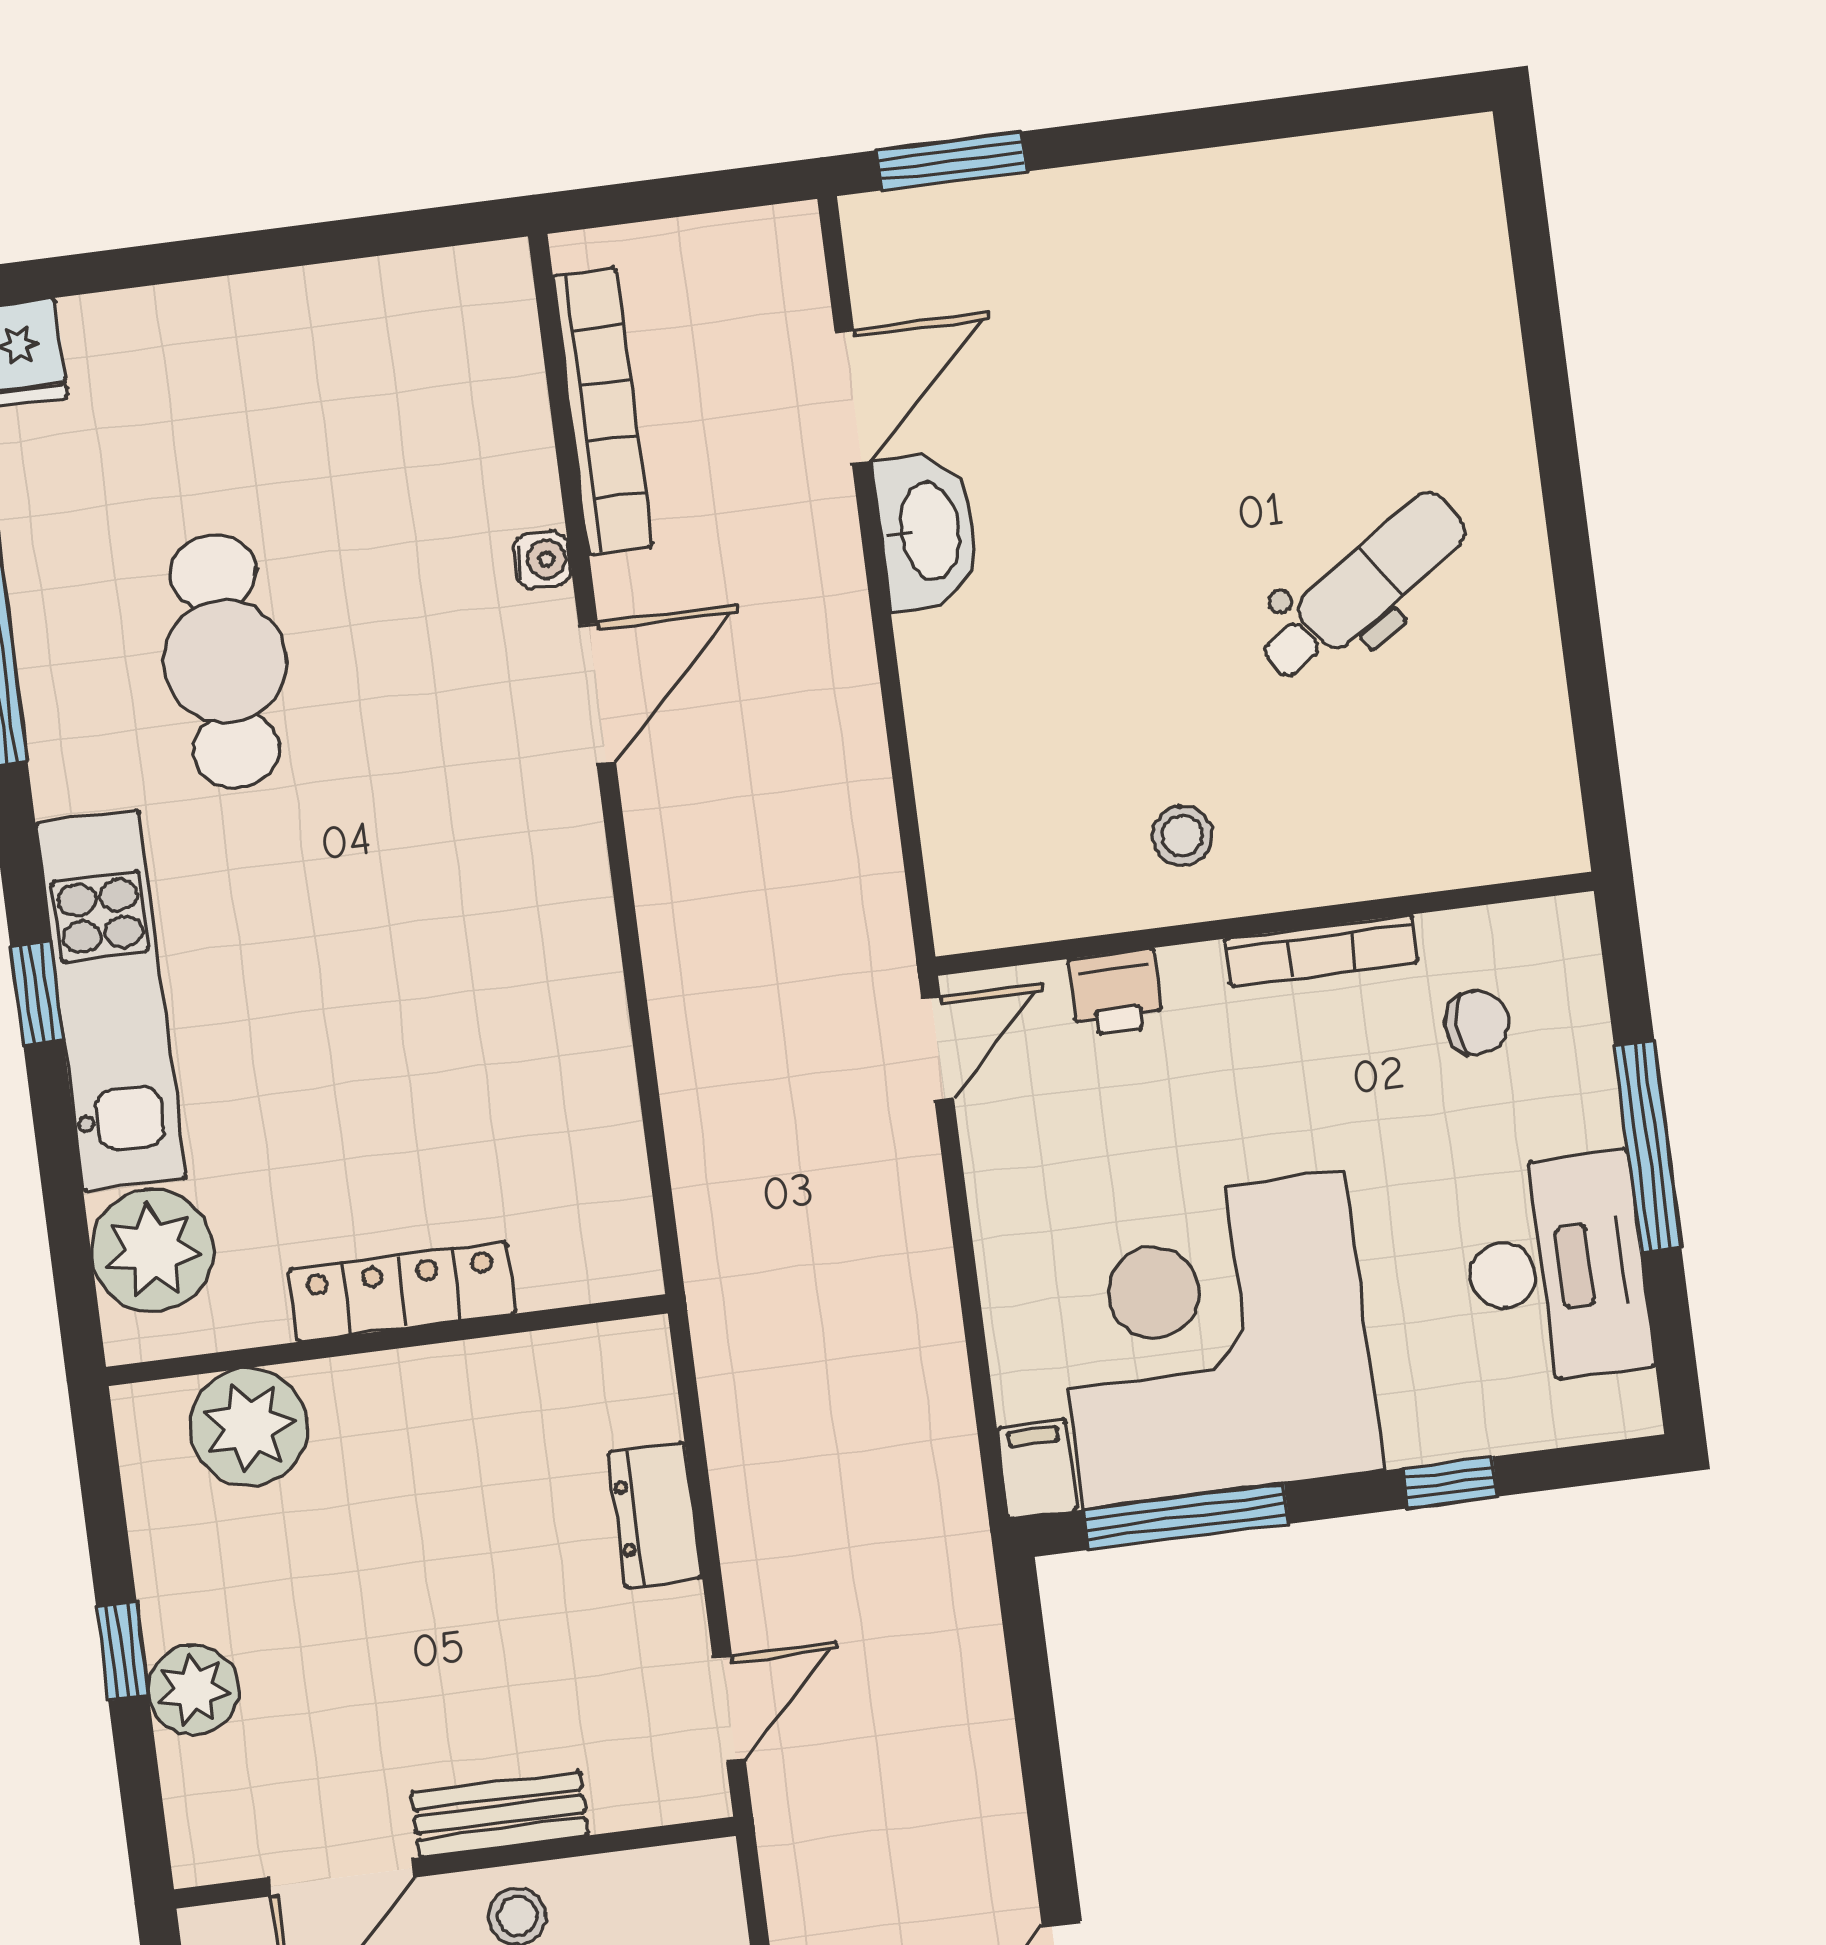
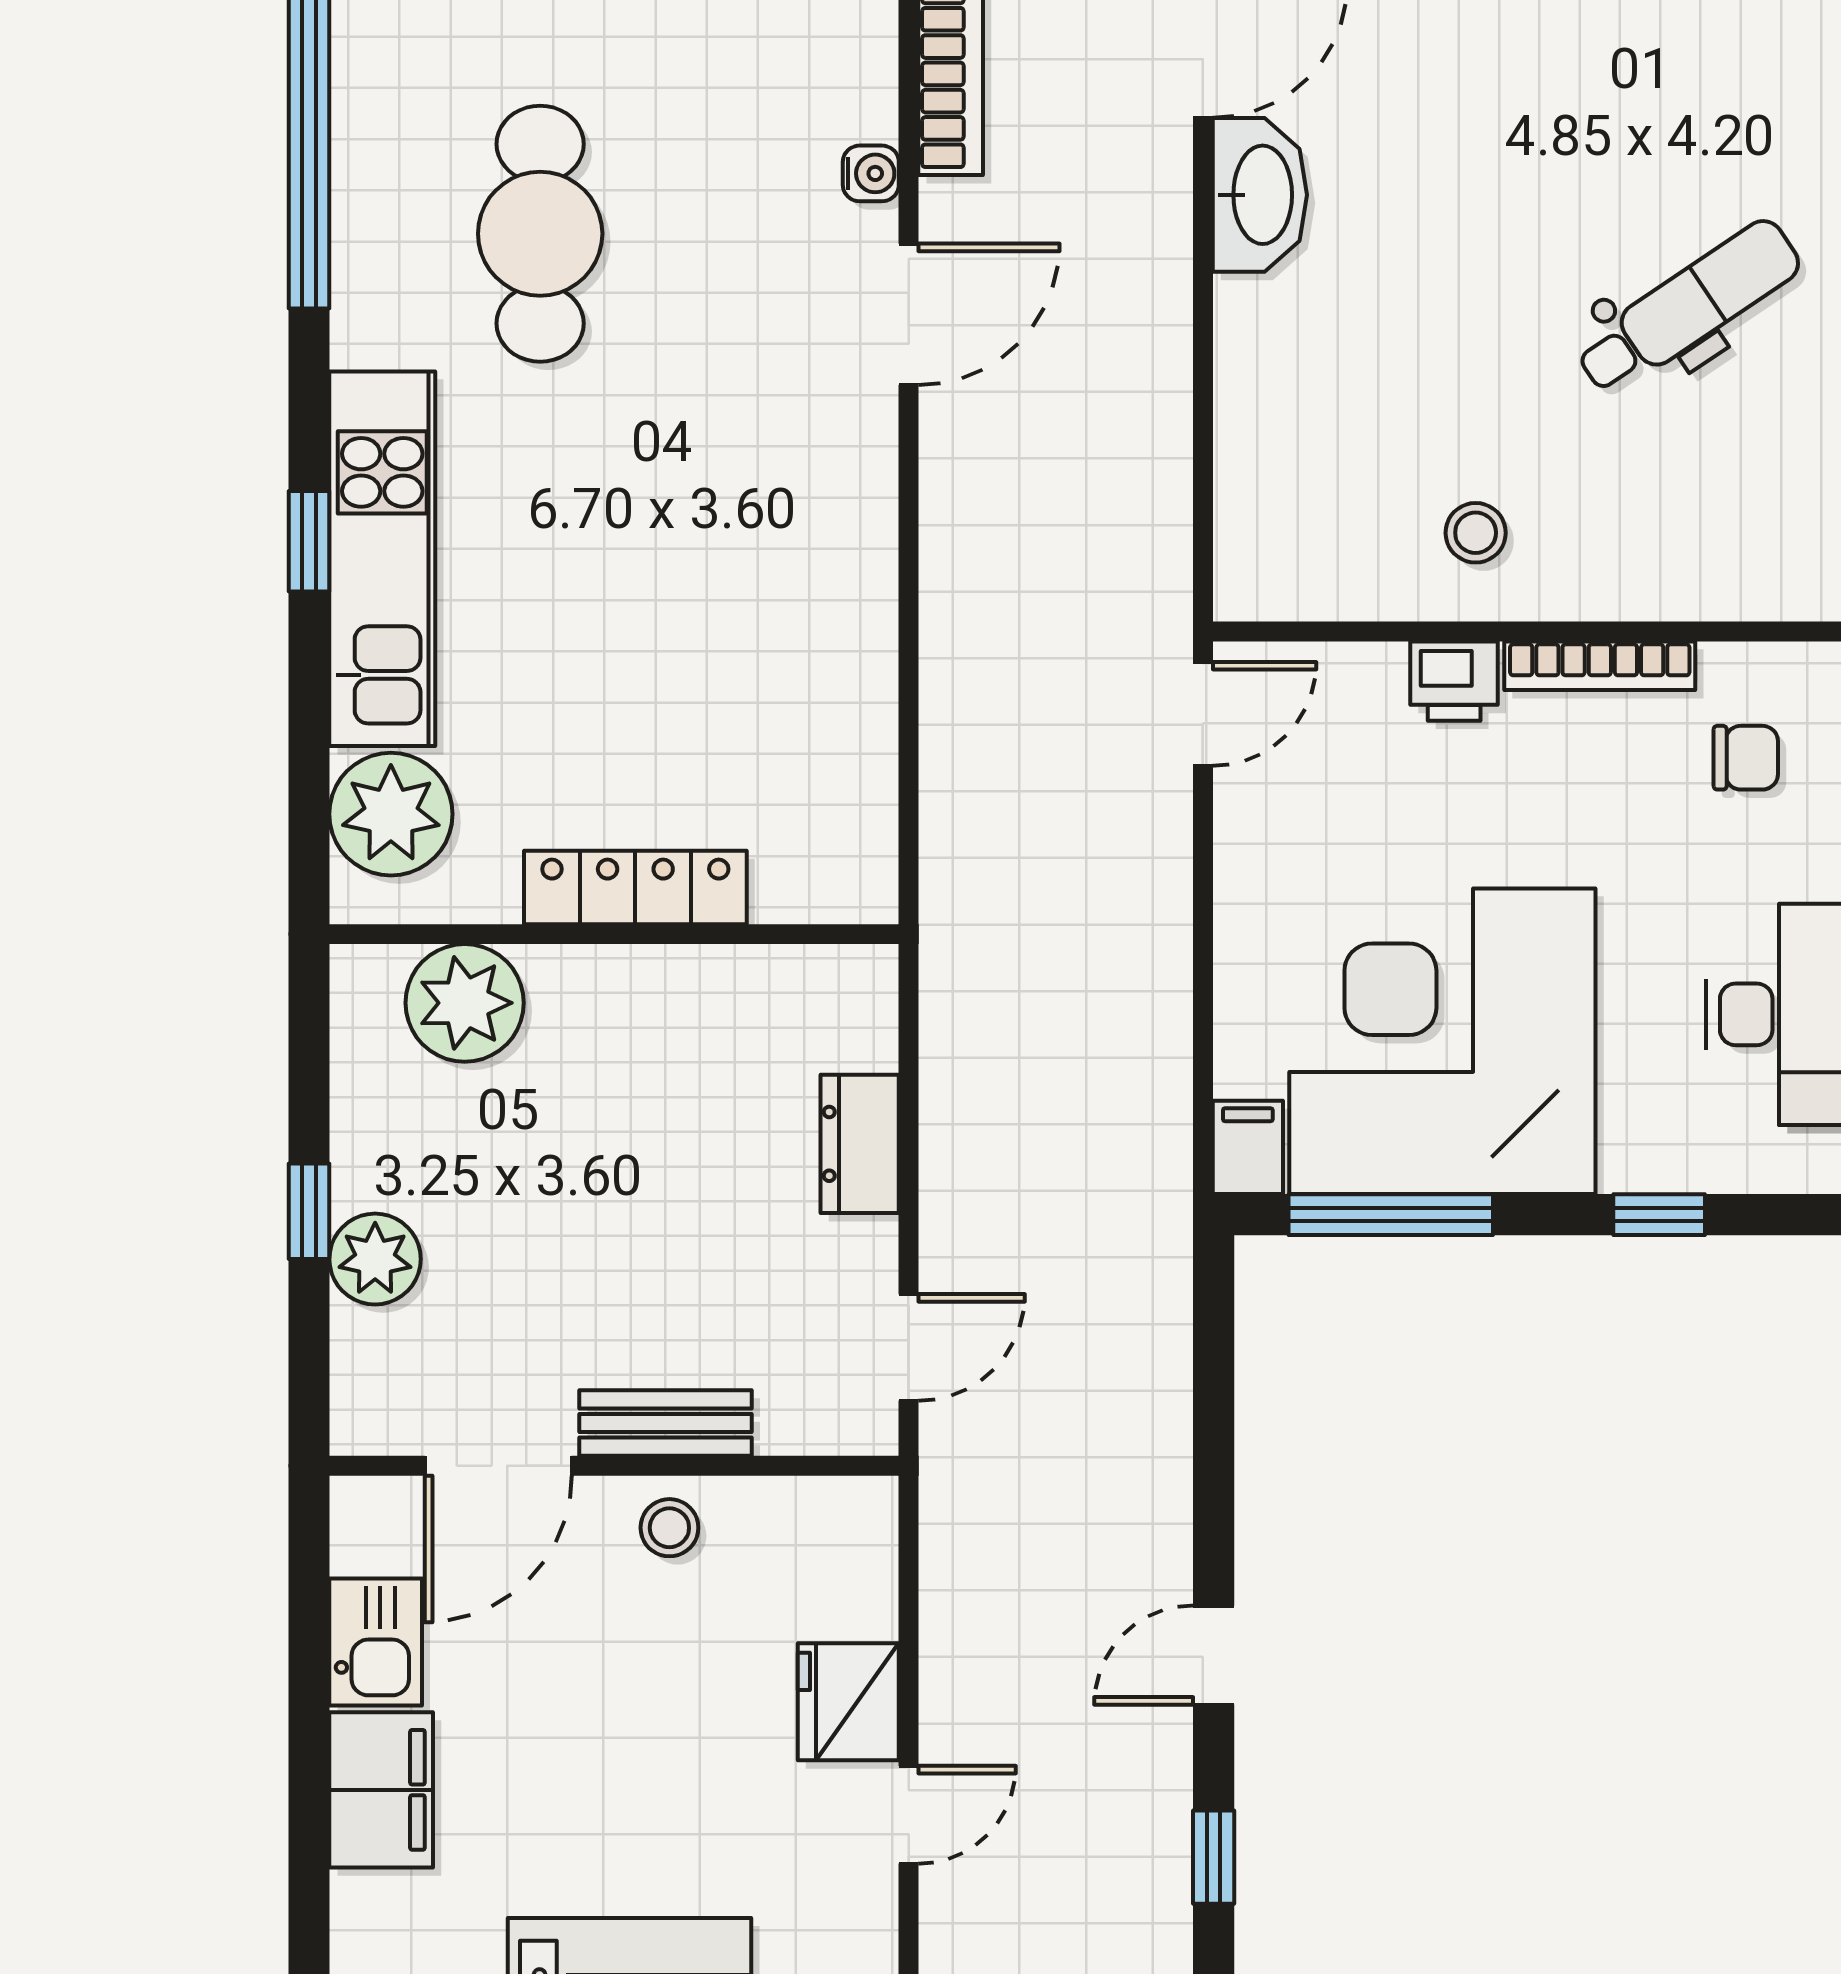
printer: (1116, 993) -> (1454, 681), moved

